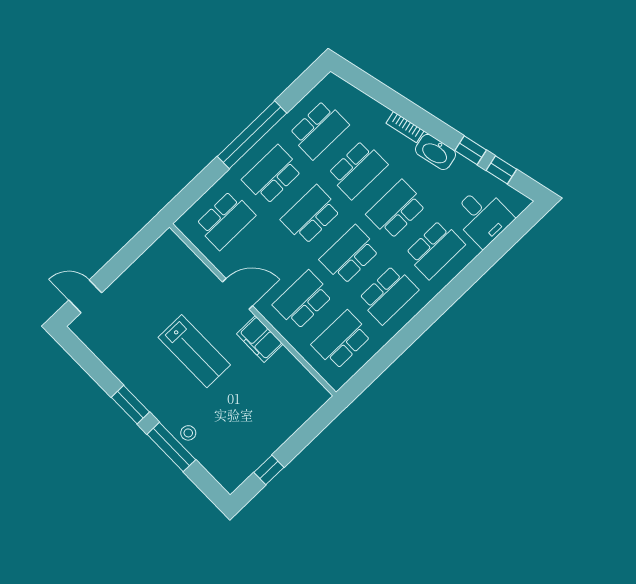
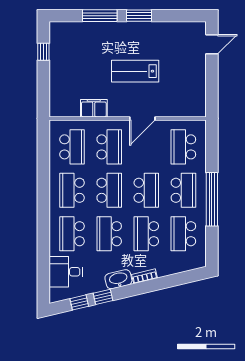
school desk: (396, 209) -> (109, 234), turned 180
filing cabinet: (260, 339) -> (94, 108), moved
stool: (188, 433) -> (99, 30), removed

